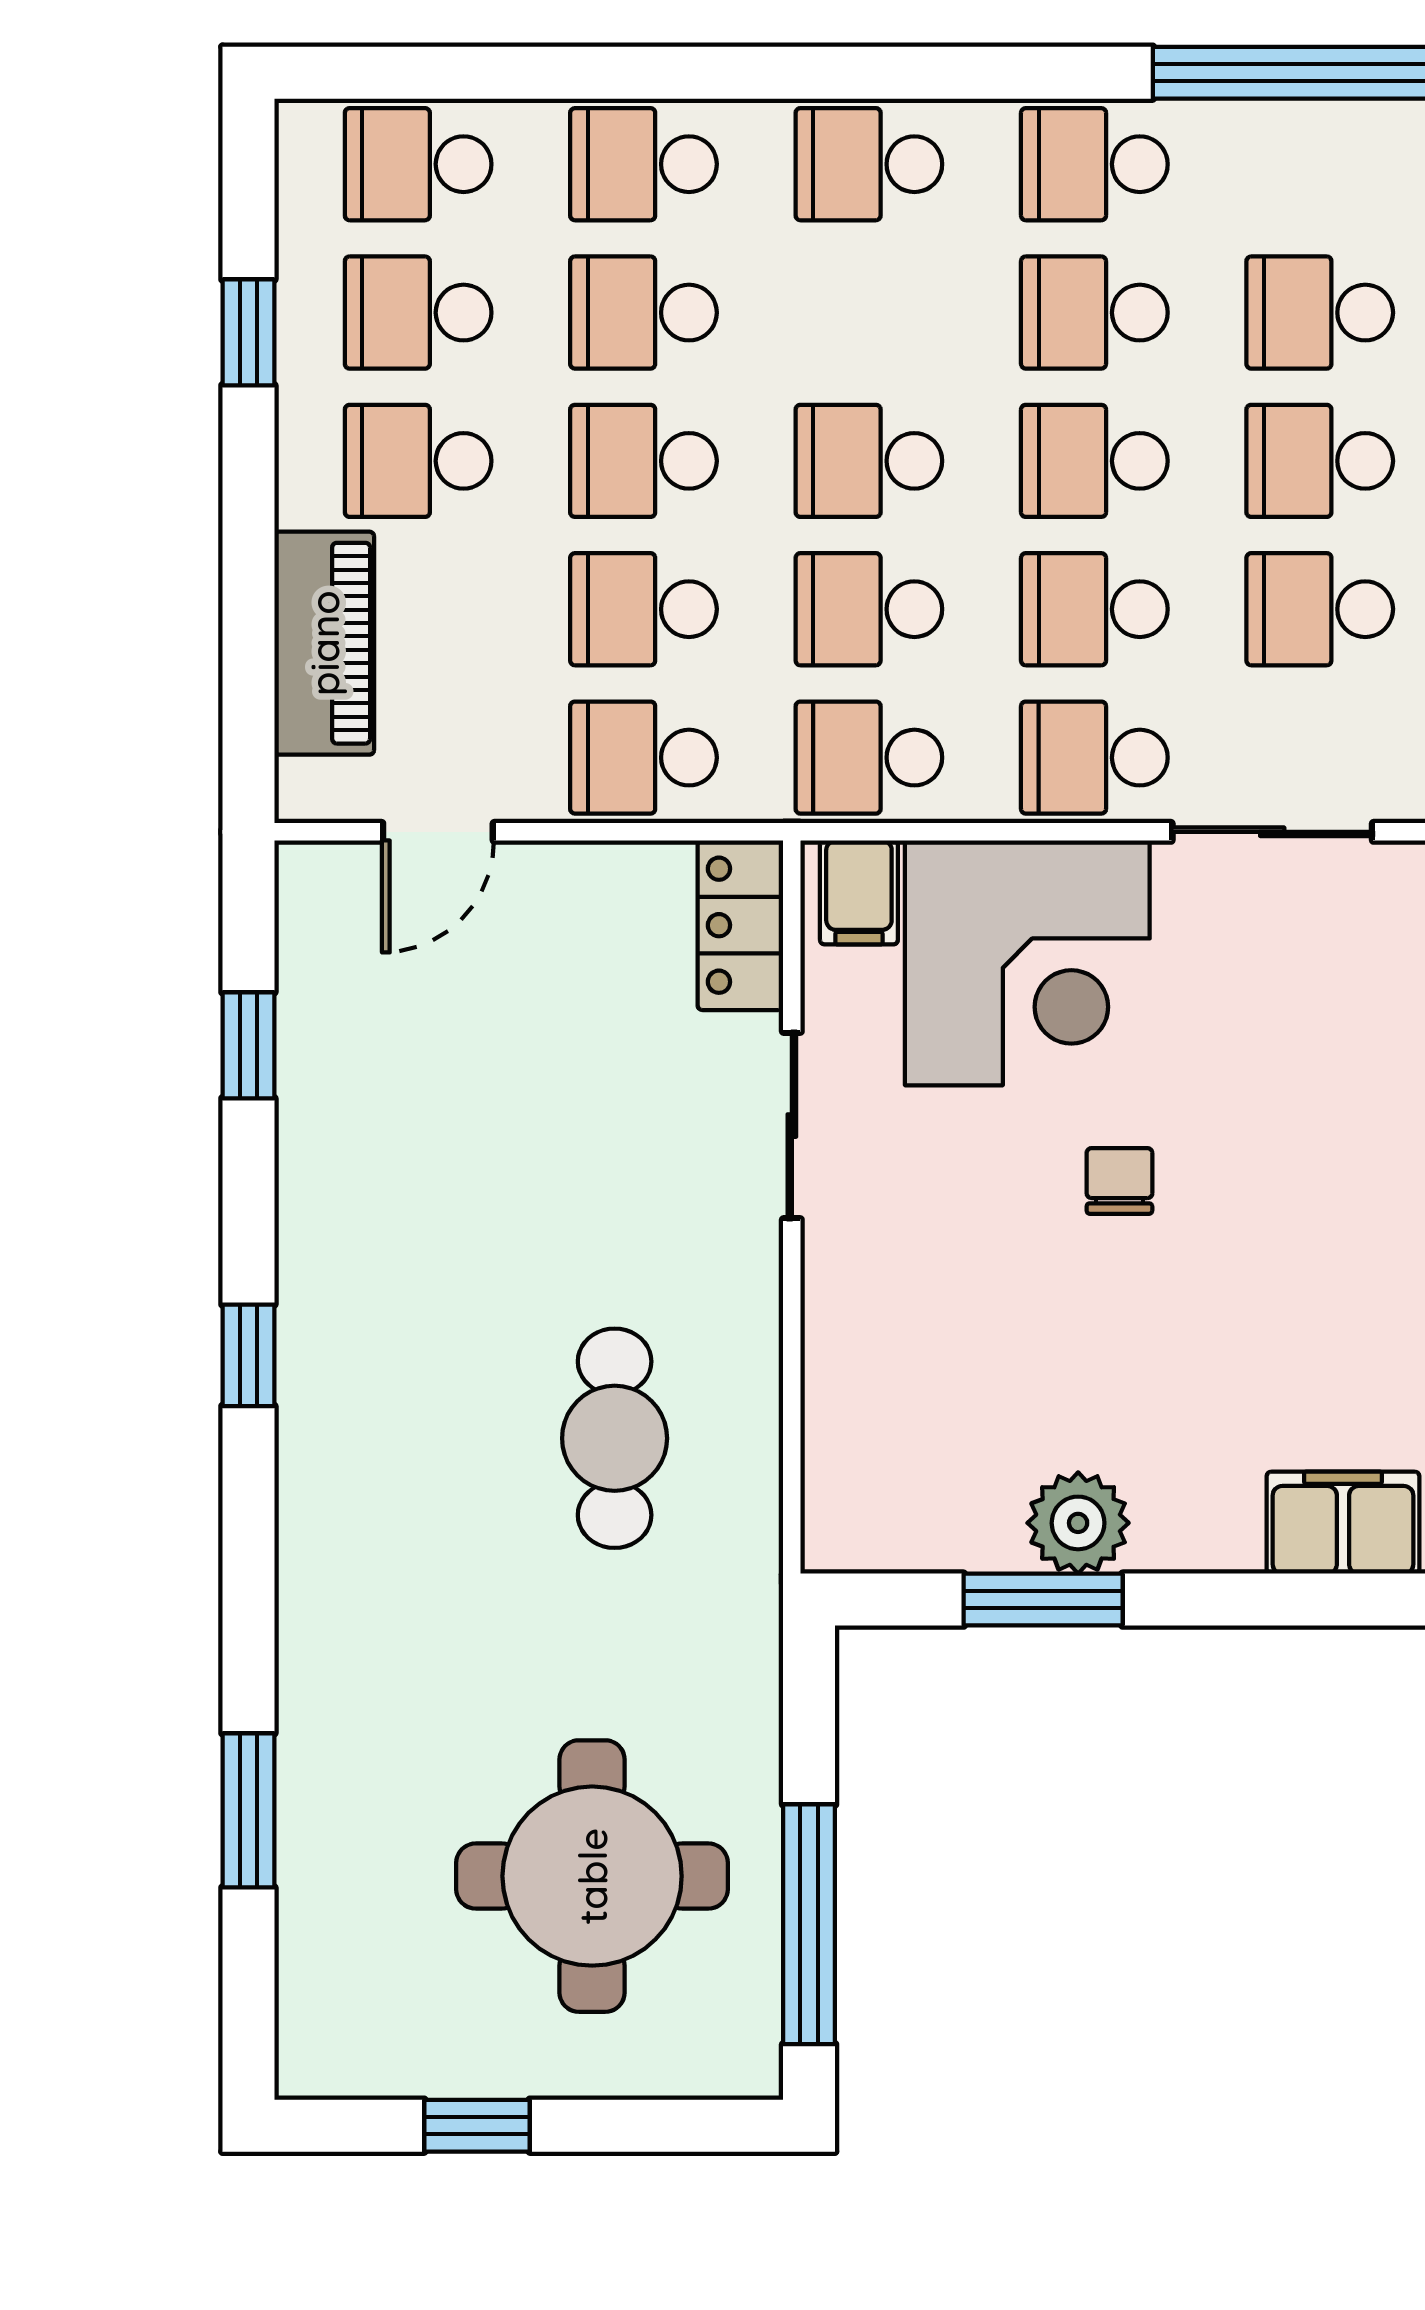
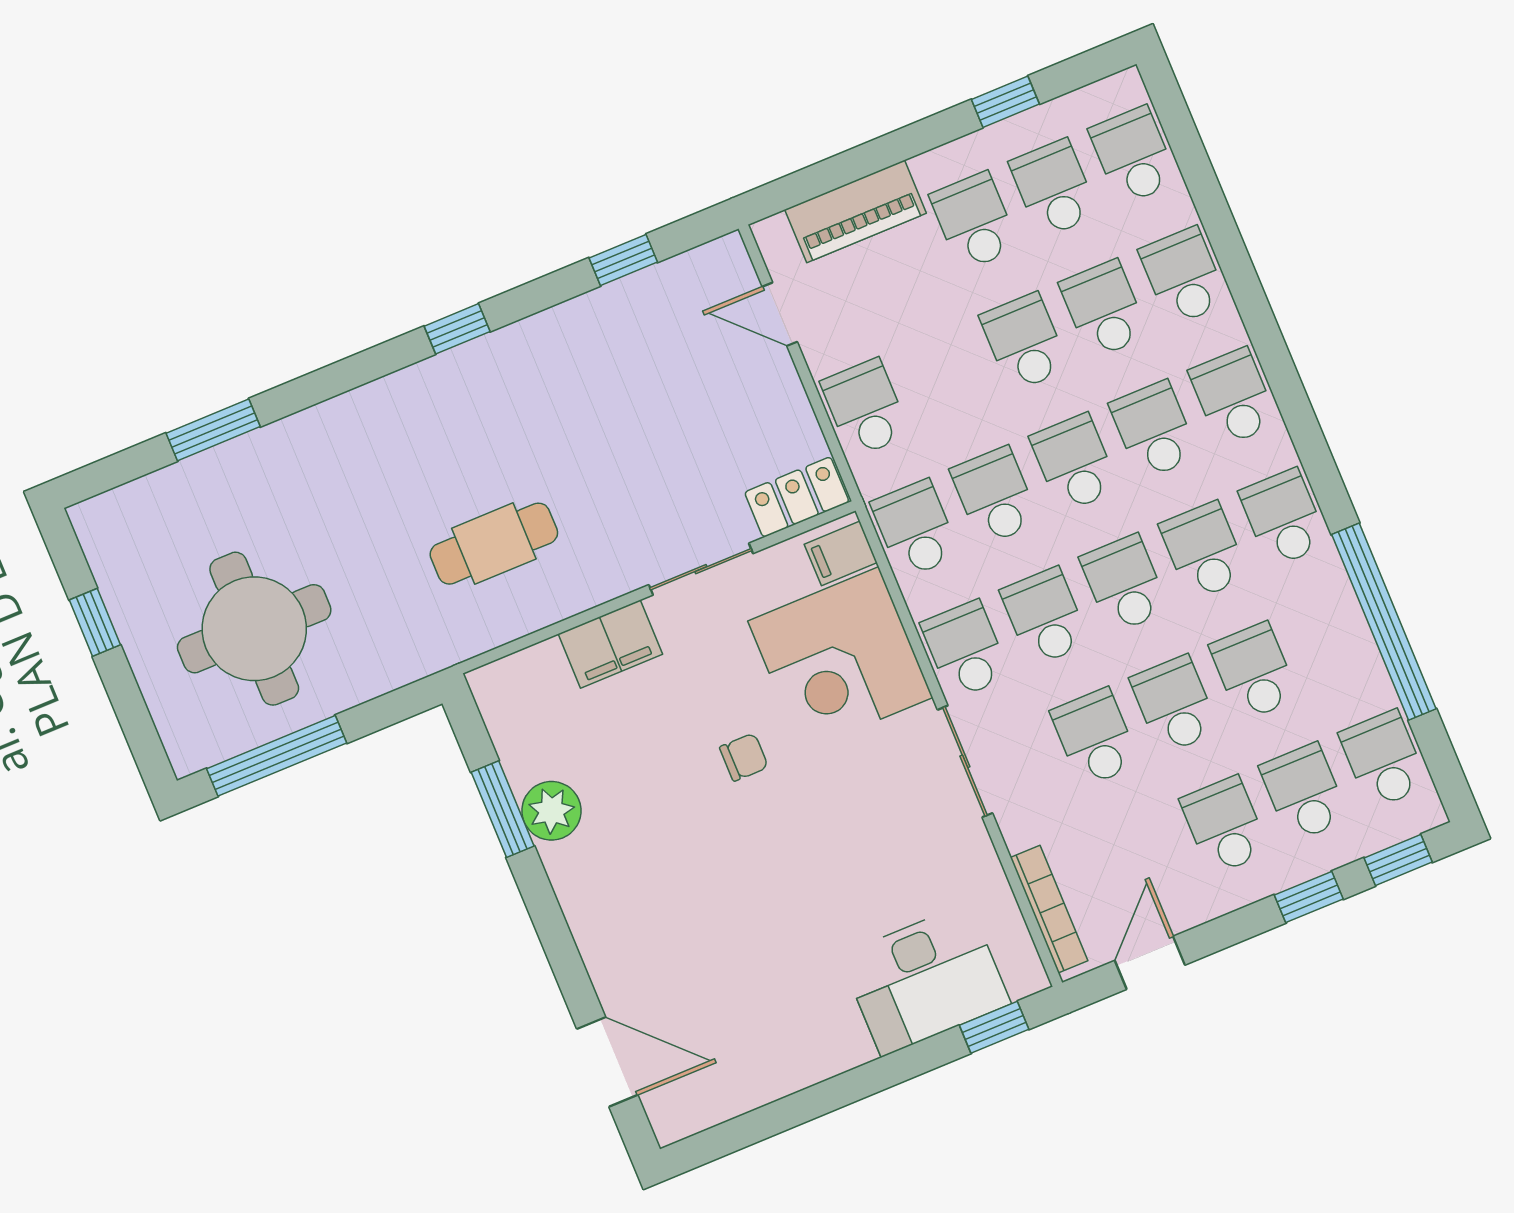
school desk: (644, 609) -> (1154, 430), moved
filing cabinet: (1343, 1523) -> (610, 644), moved, turned 90

